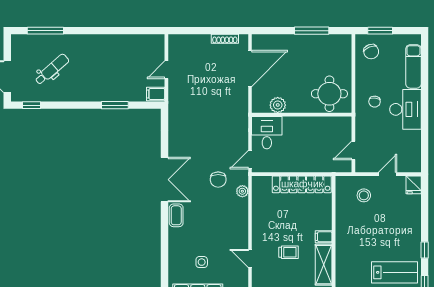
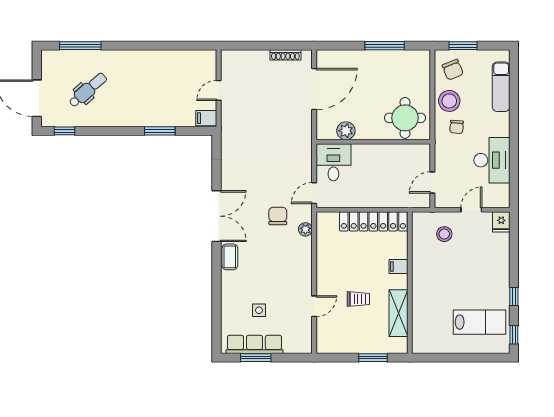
stool: (368, 79) -> (449, 101), added
desk: (405, 109) -> (492, 160), moved
chair: (218, 180) -> (278, 216), turned 180
filing cabinet: (324, 237) -> (398, 266), moved
door: (250, 258) -> (314, 306), swing flipped

